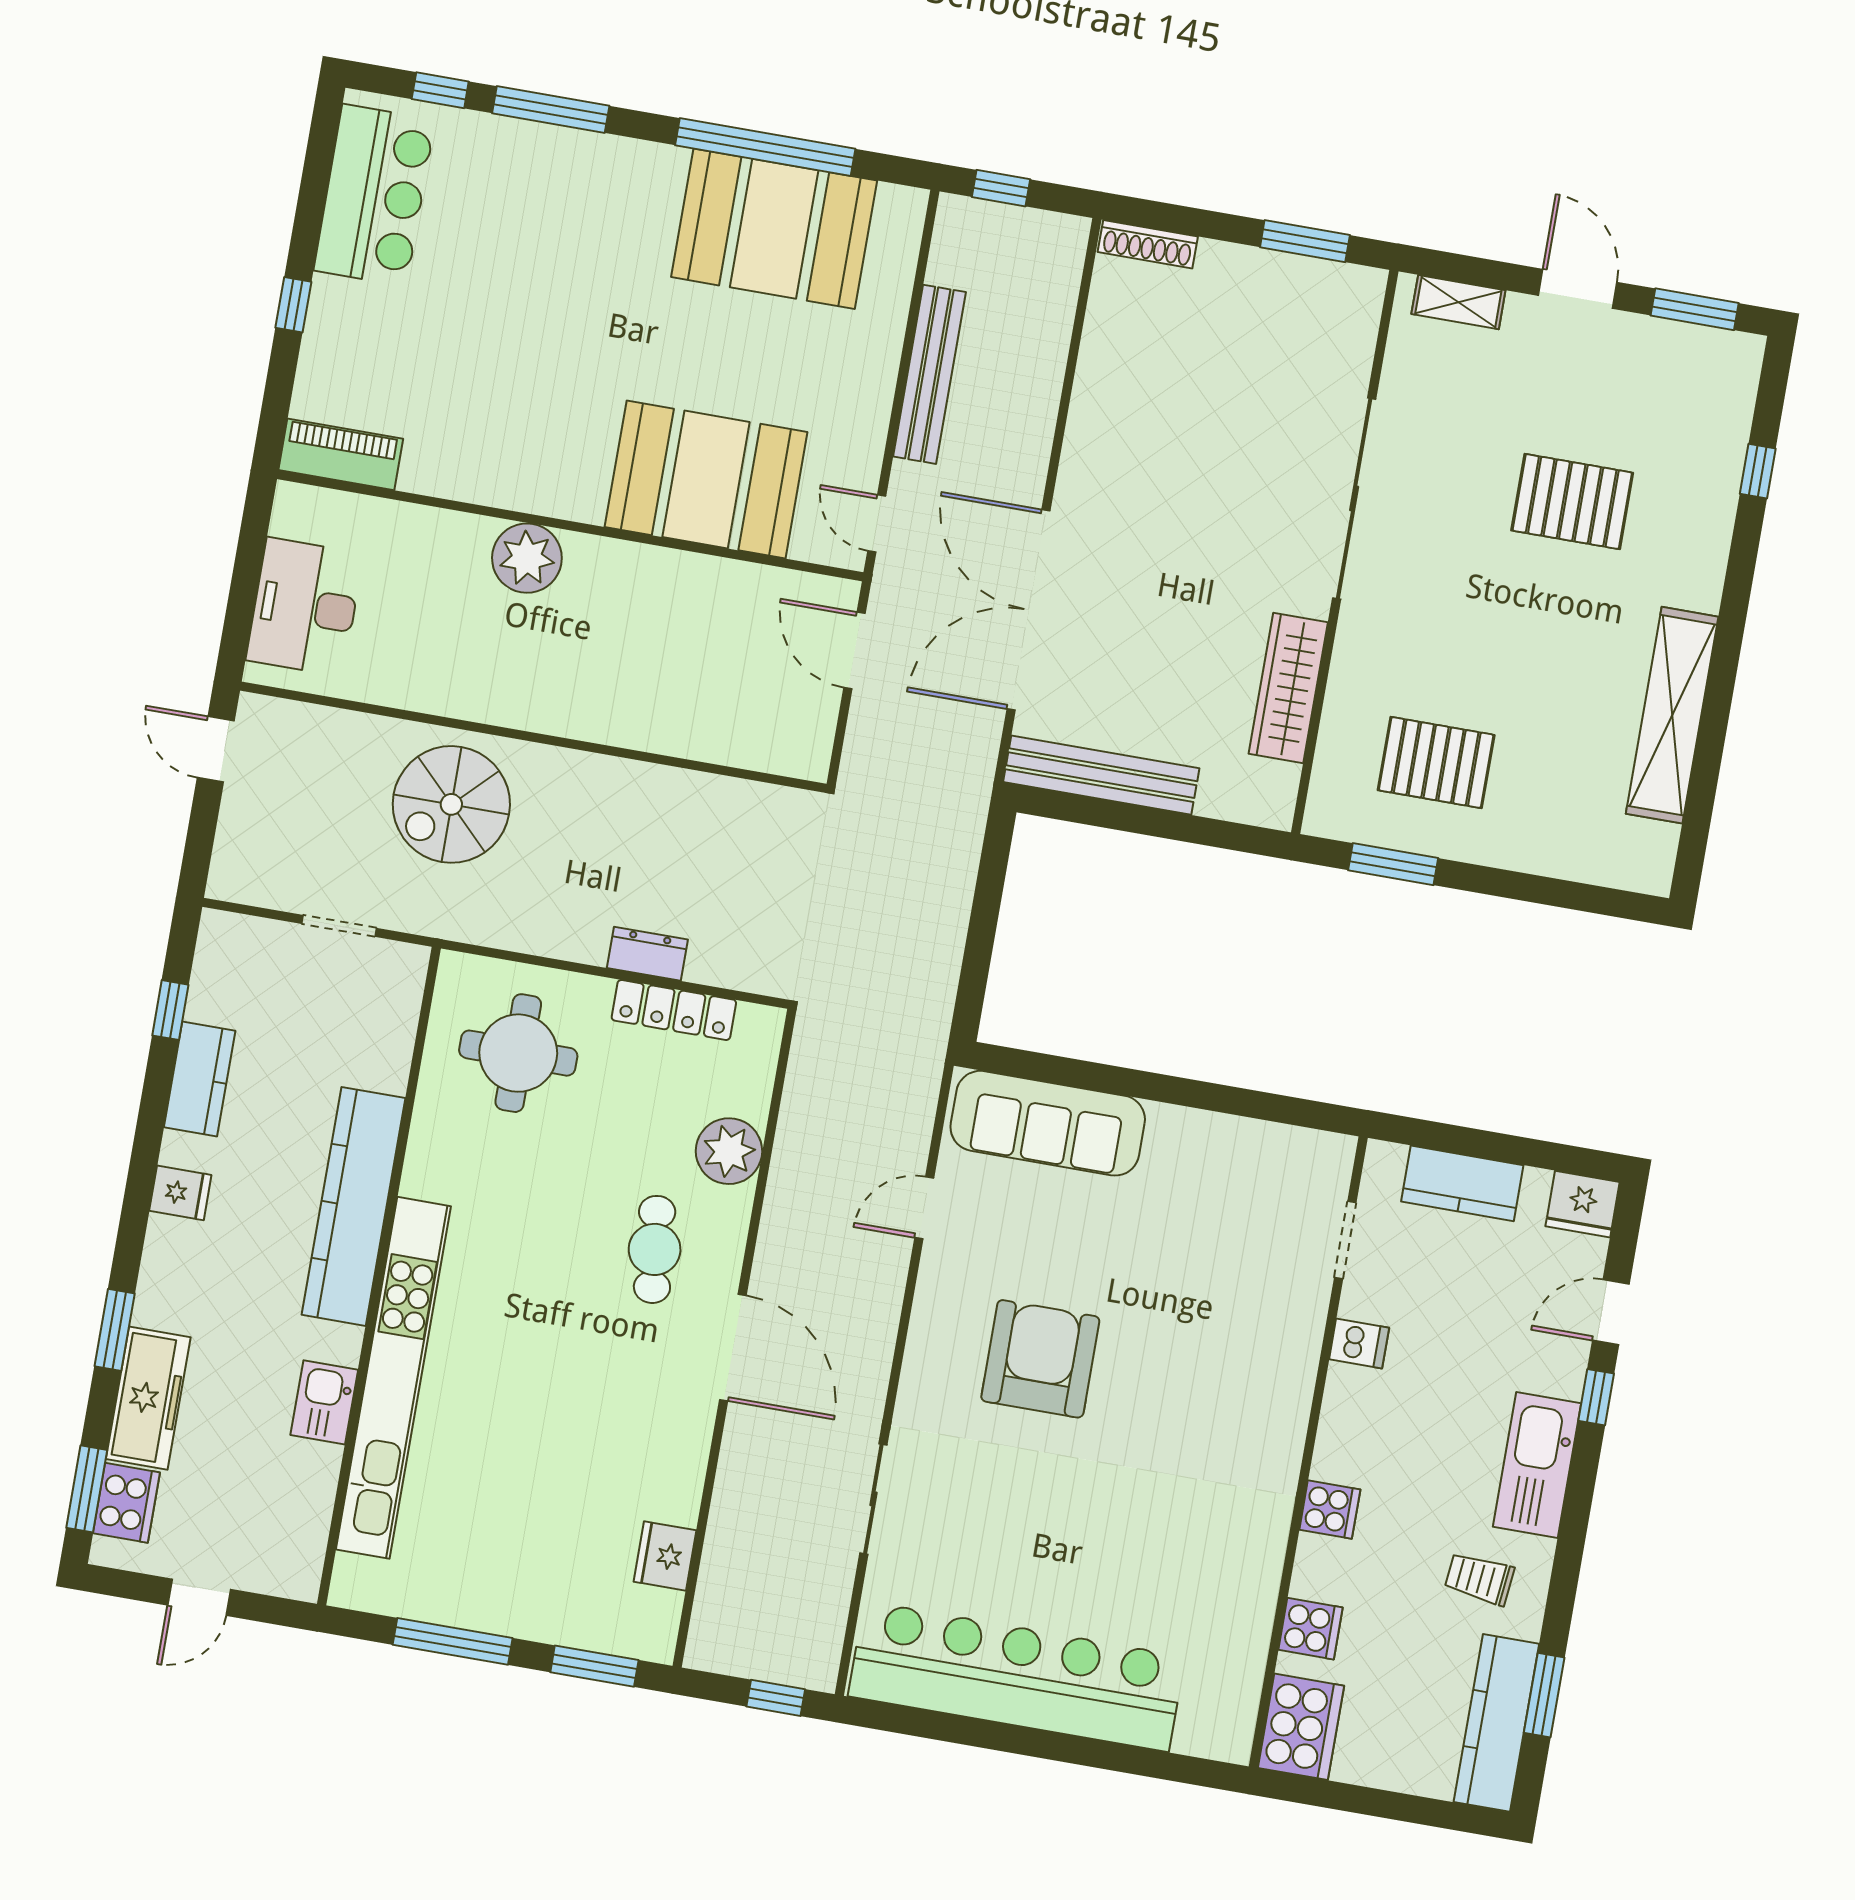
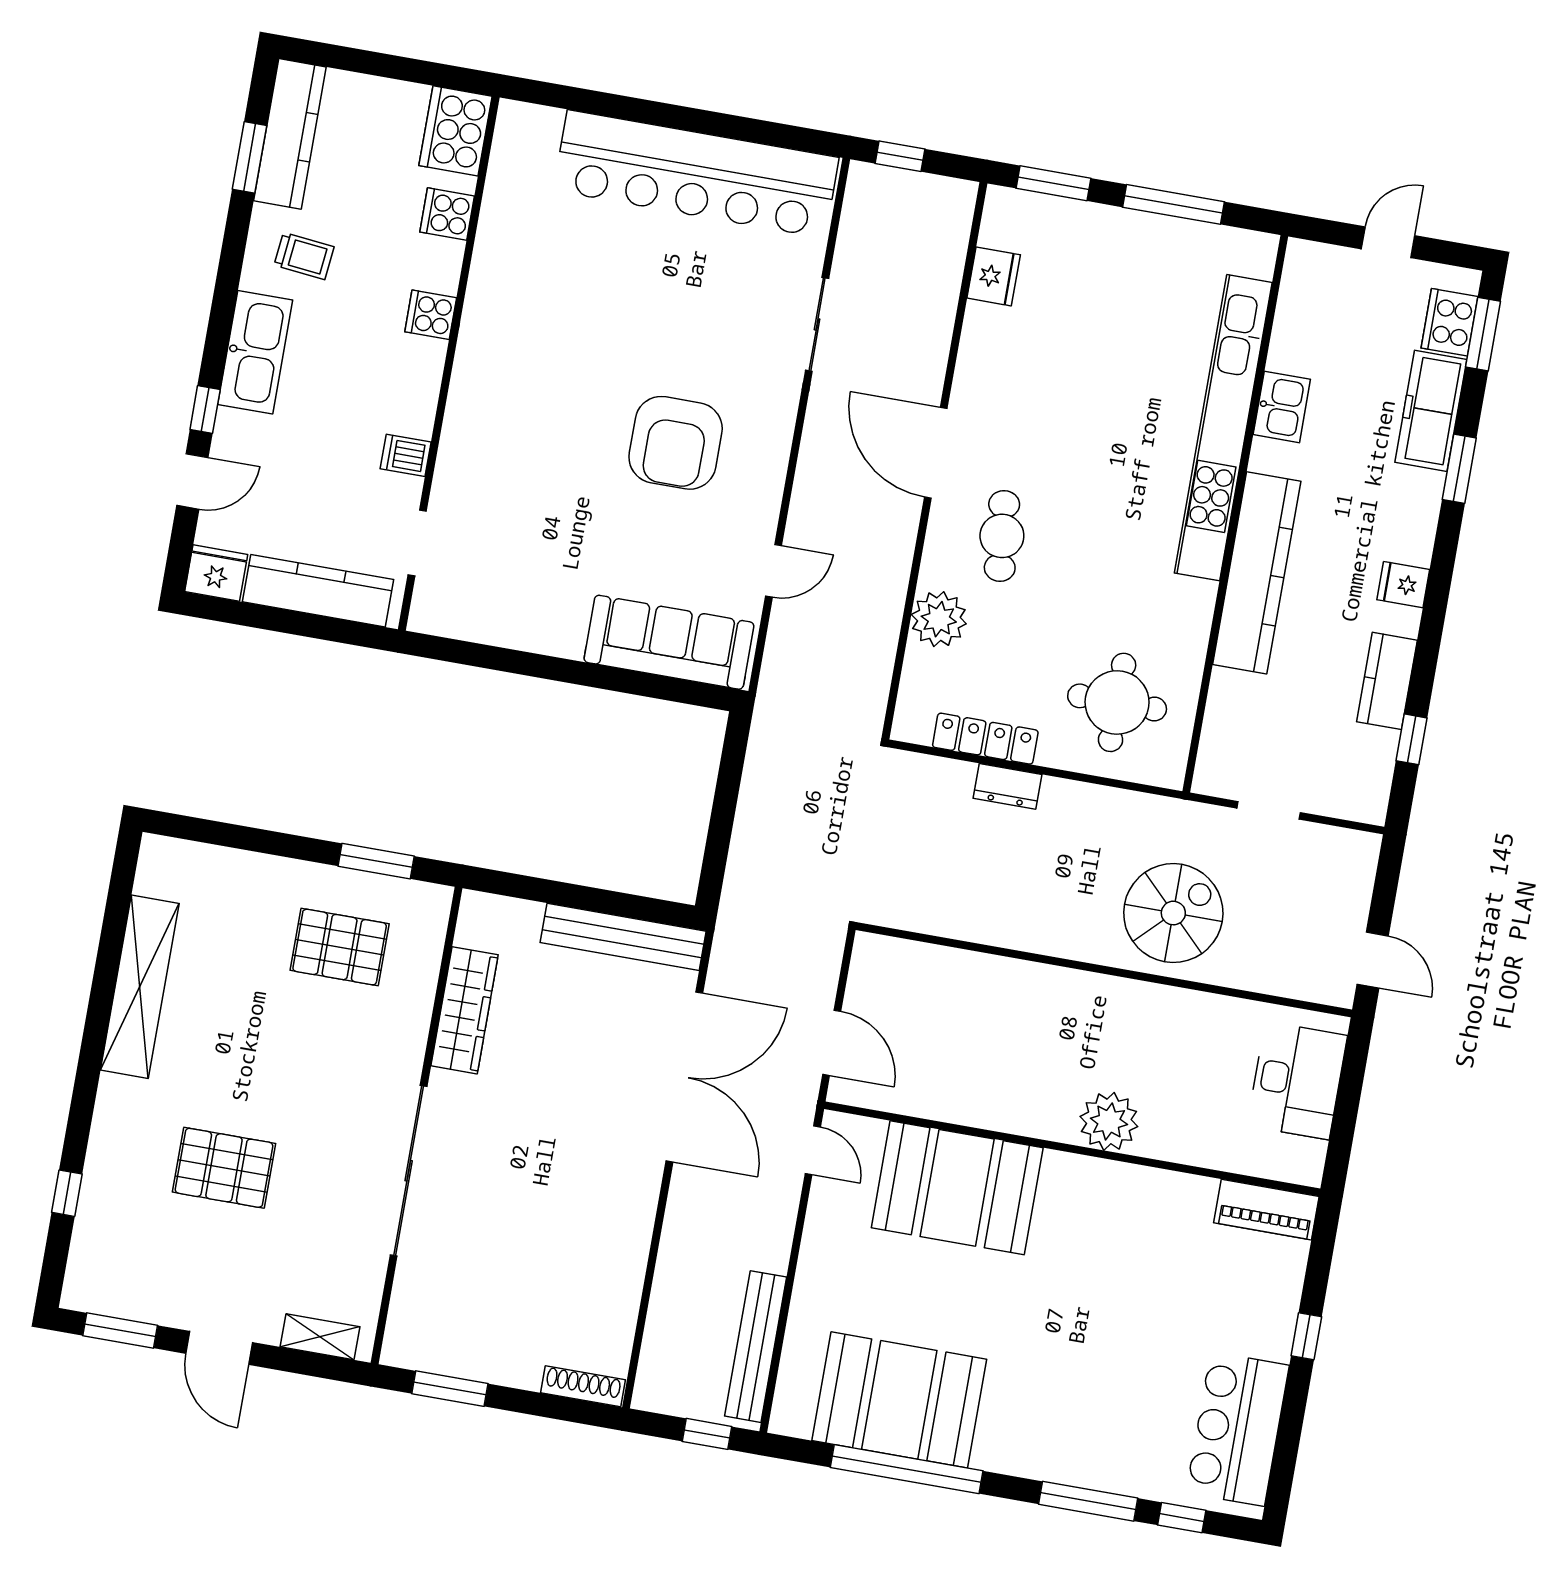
bench: (929, 374) -> (756, 1347), moved
kitchen counter: (1462, 1183) -> (318, 591), width x1.50

